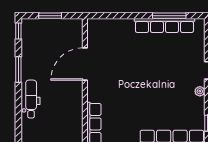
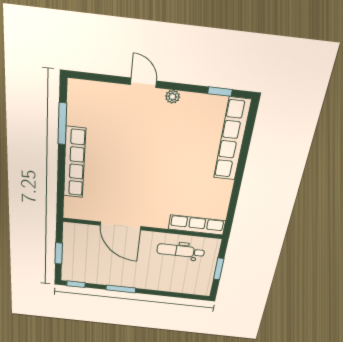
row of seats: (164, 25) -> (74, 163), moved
dental chair: (31, 99) -> (181, 251), moved

